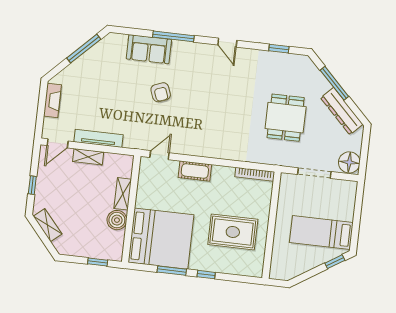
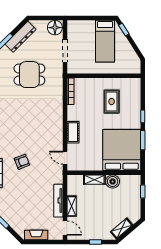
rug: (233, 232) -> (112, 102), width x0.73, depth x0.70

